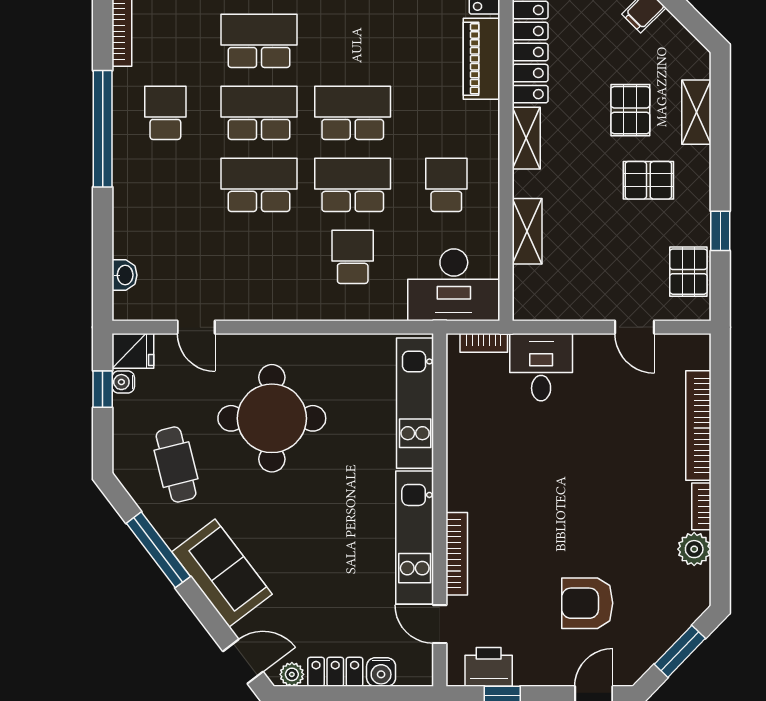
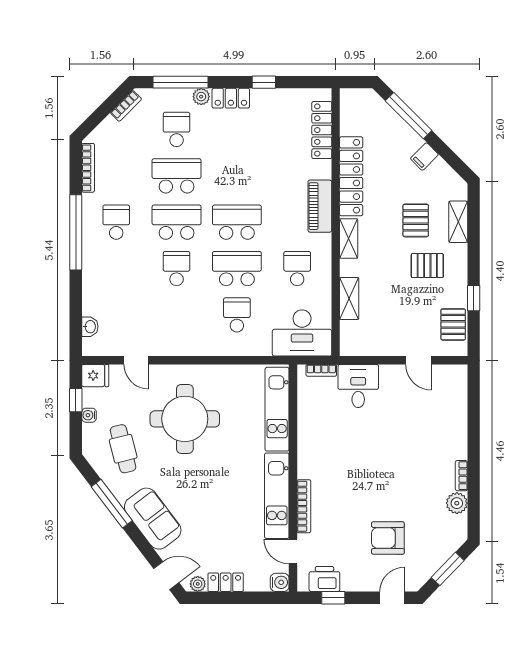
piano: (482, 59) -> (320, 206), moved
school desk: (259, 185) -> (177, 269), width x0.54
water cooler: (123, 382) -> (89, 415), moved
bookcase: (698, 425) -> (460, 424), removed
water cooler: (381, 672) -> (280, 582), moved, turned -90

